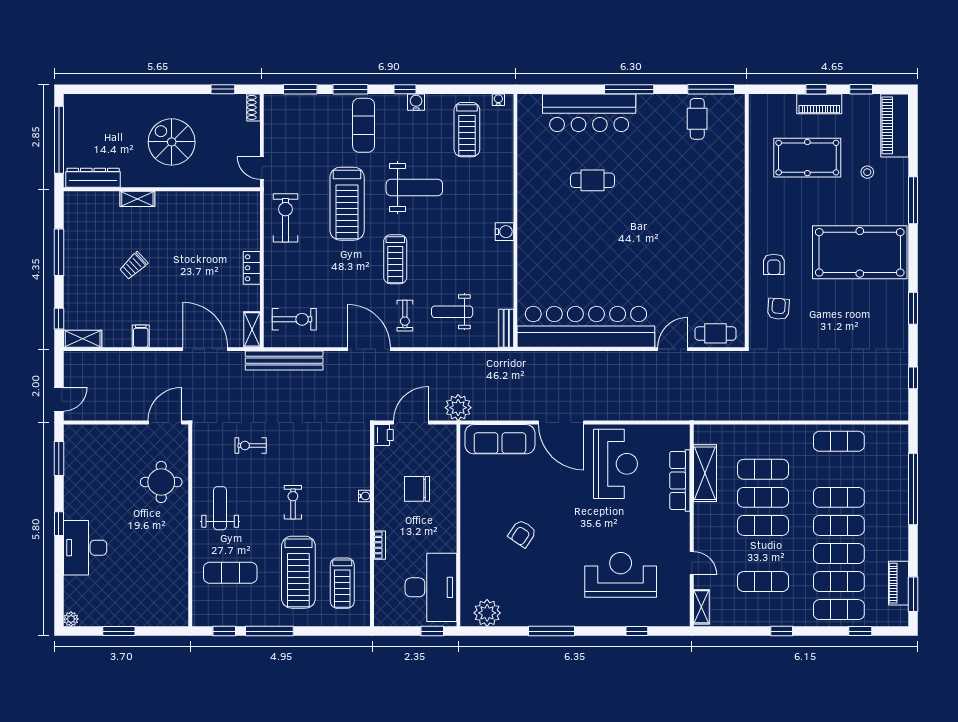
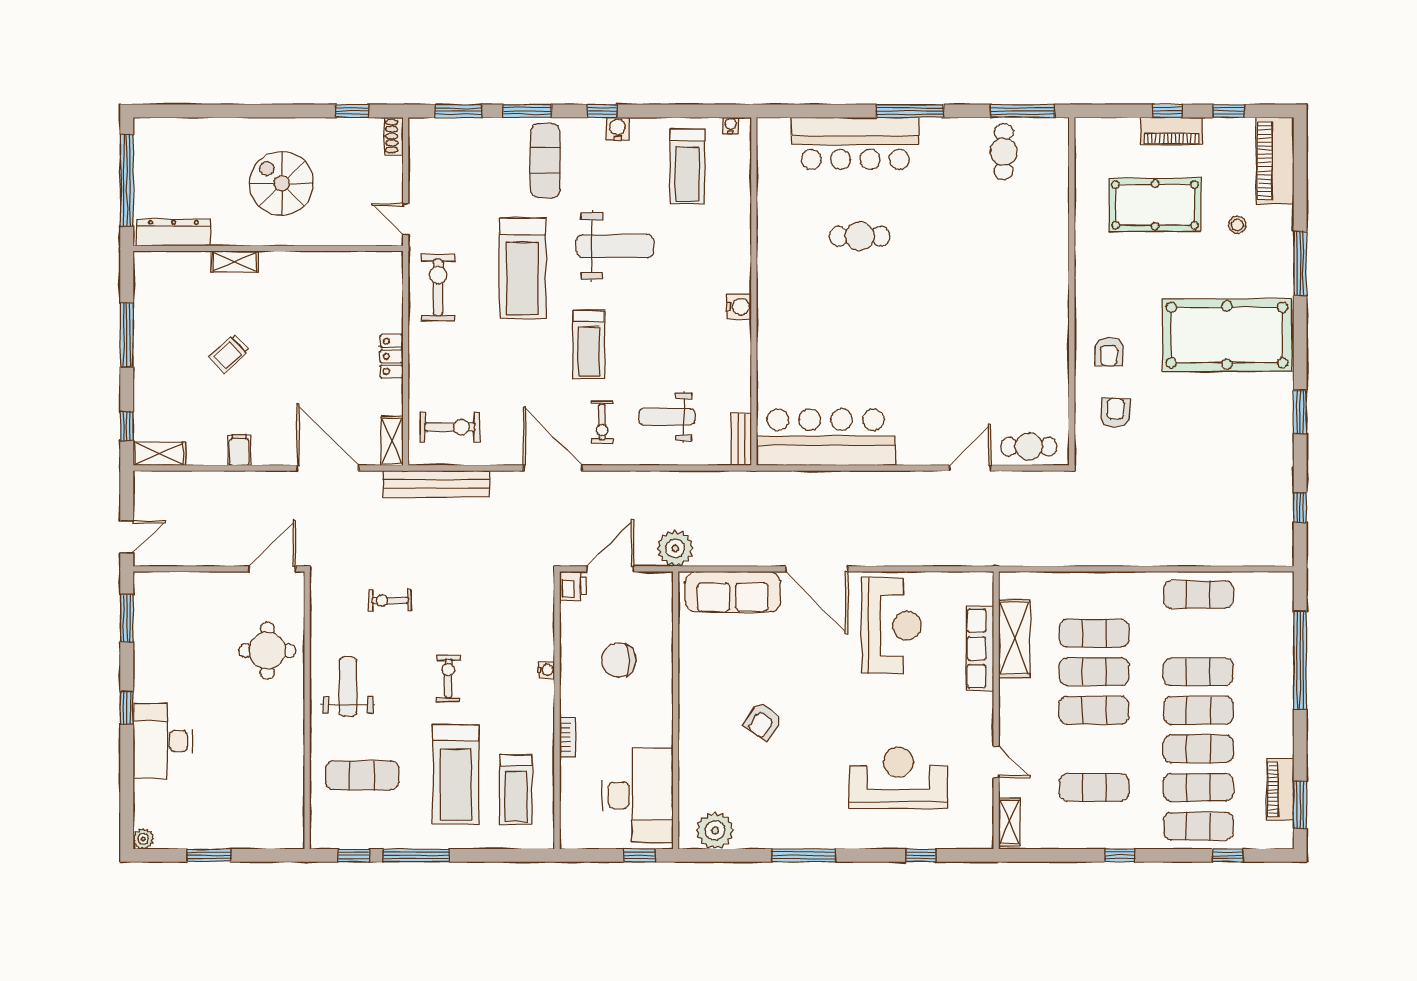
bar counter: (586, 327) -> (826, 437), width x0.73

